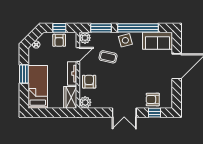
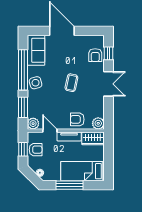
coffee table: (108, 57) -> (71, 83), moved
window: (24, 74) -> (70, 185), width x1.44

